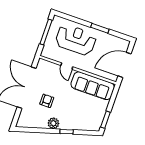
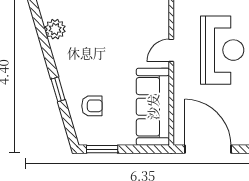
armchair: (47, 101) -> (92, 106), moved
plant: (53, 123) -> (55, 29), moved

